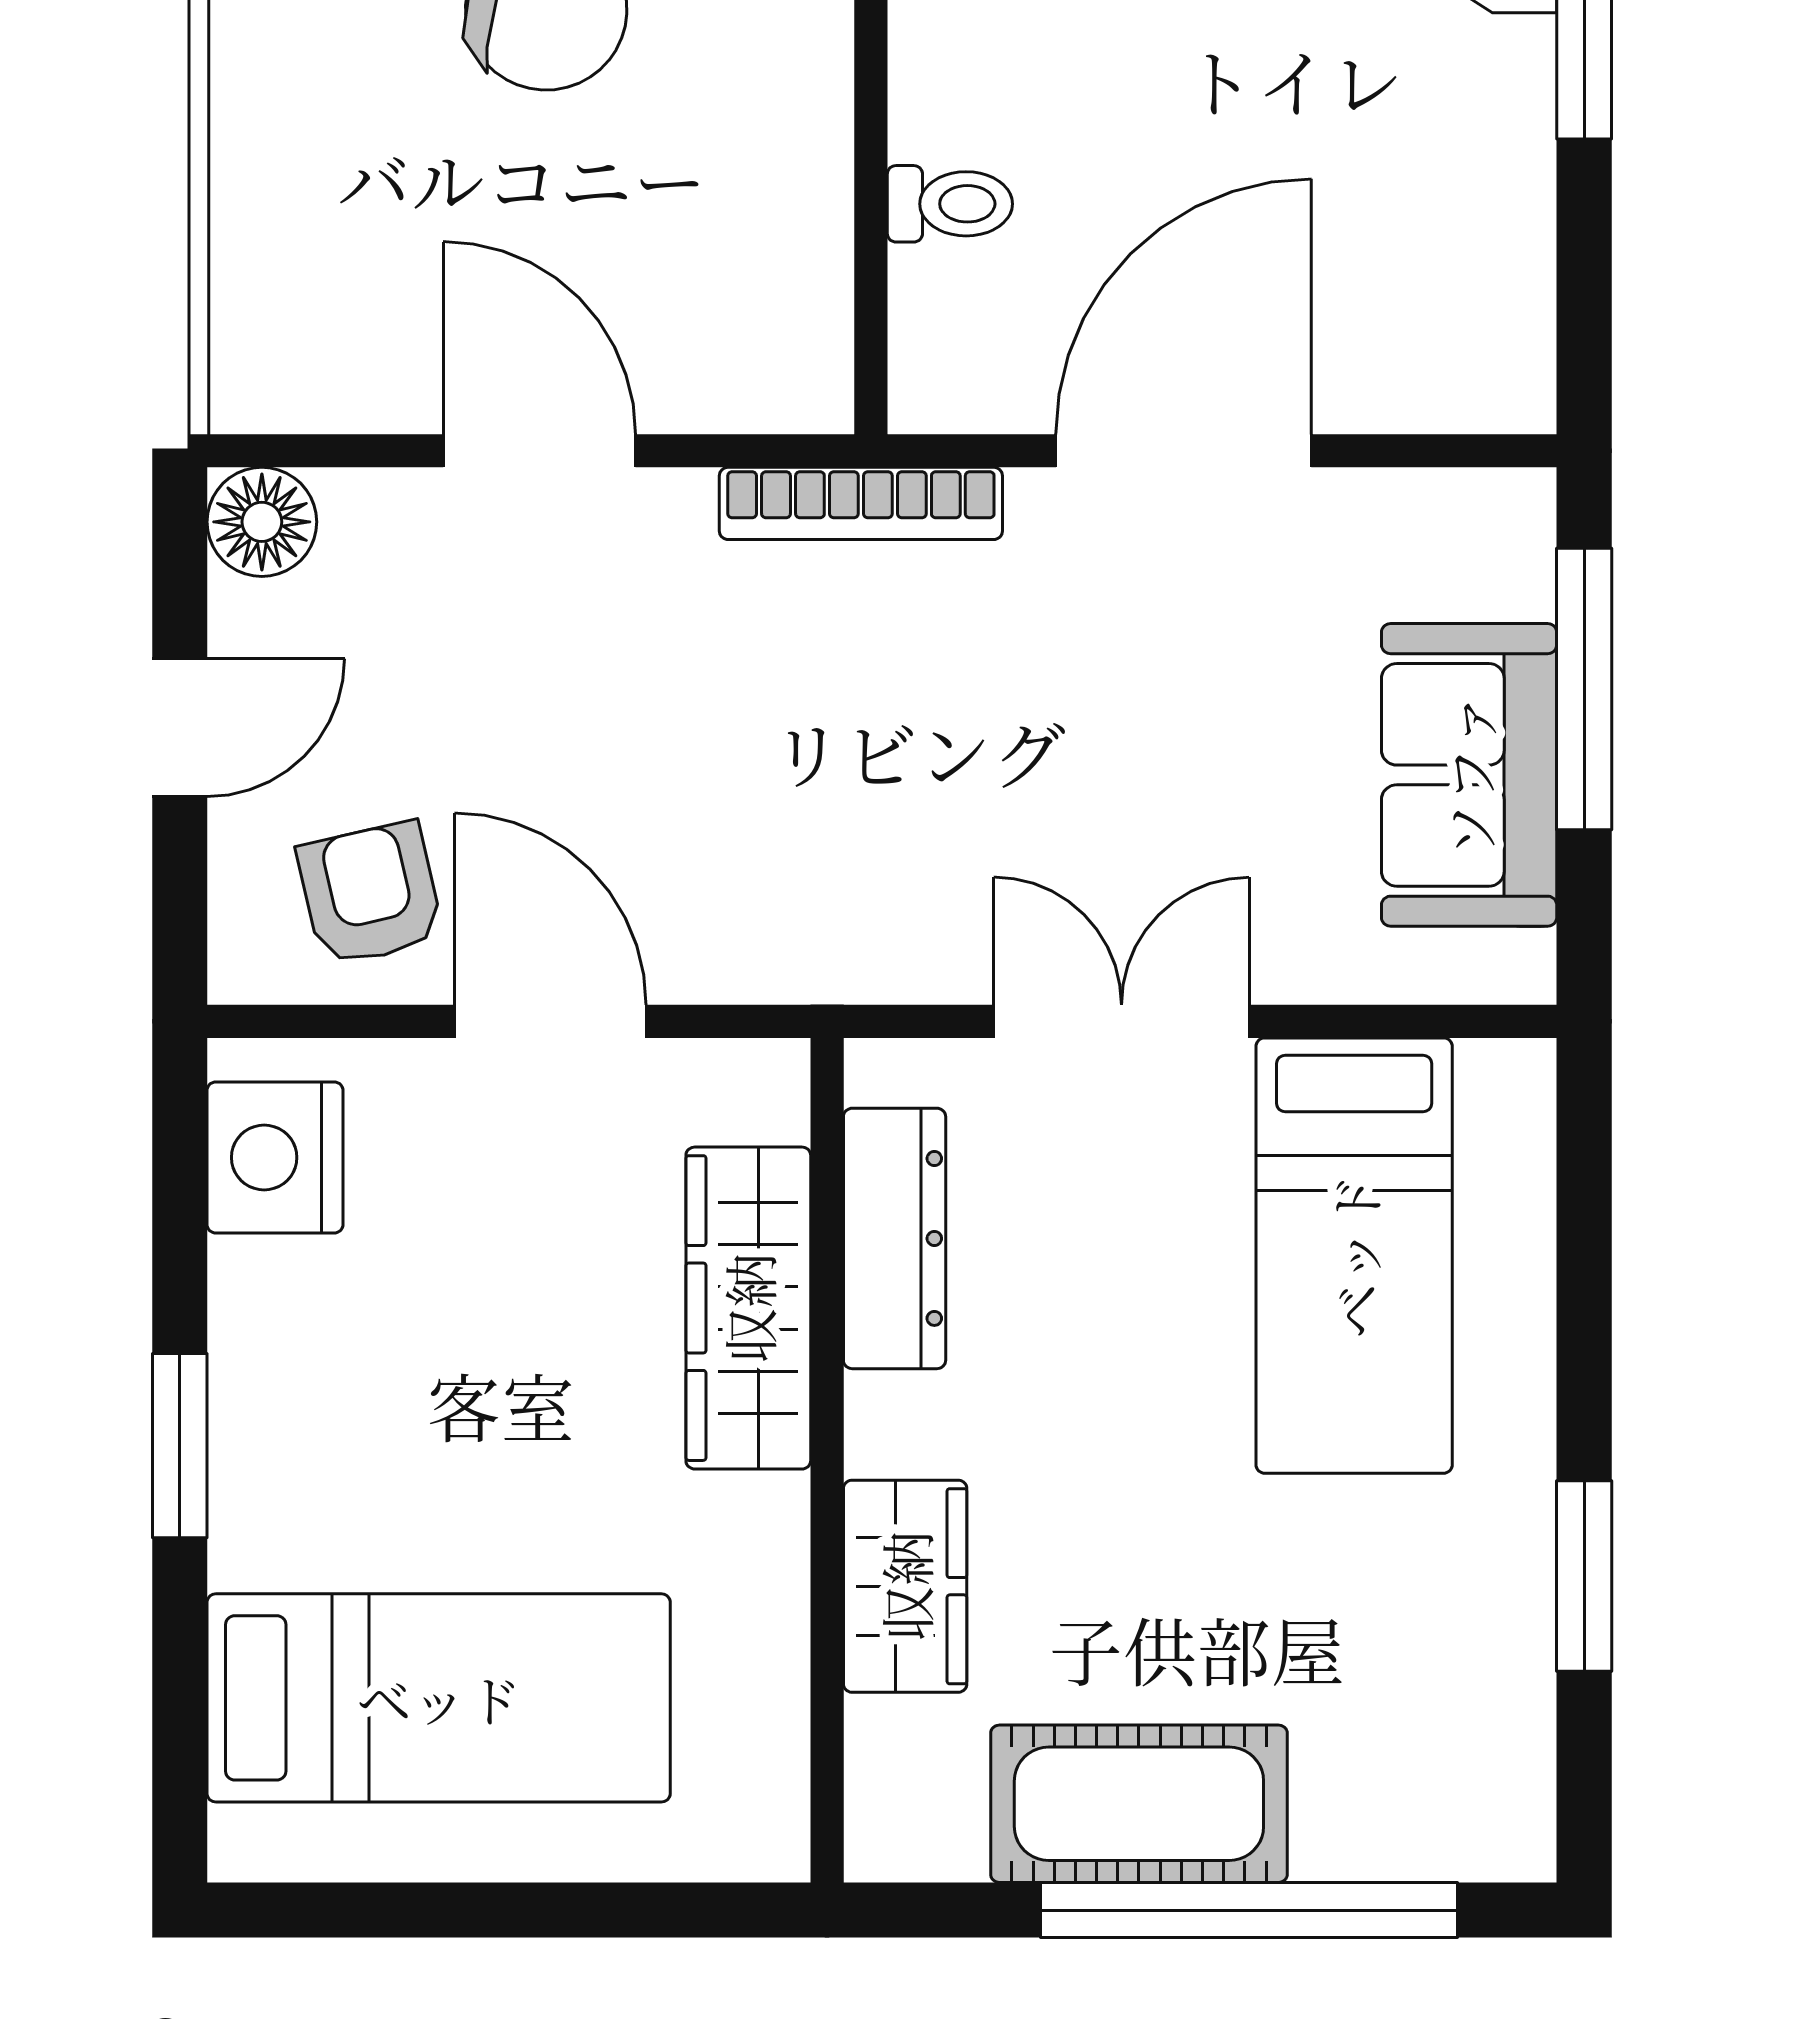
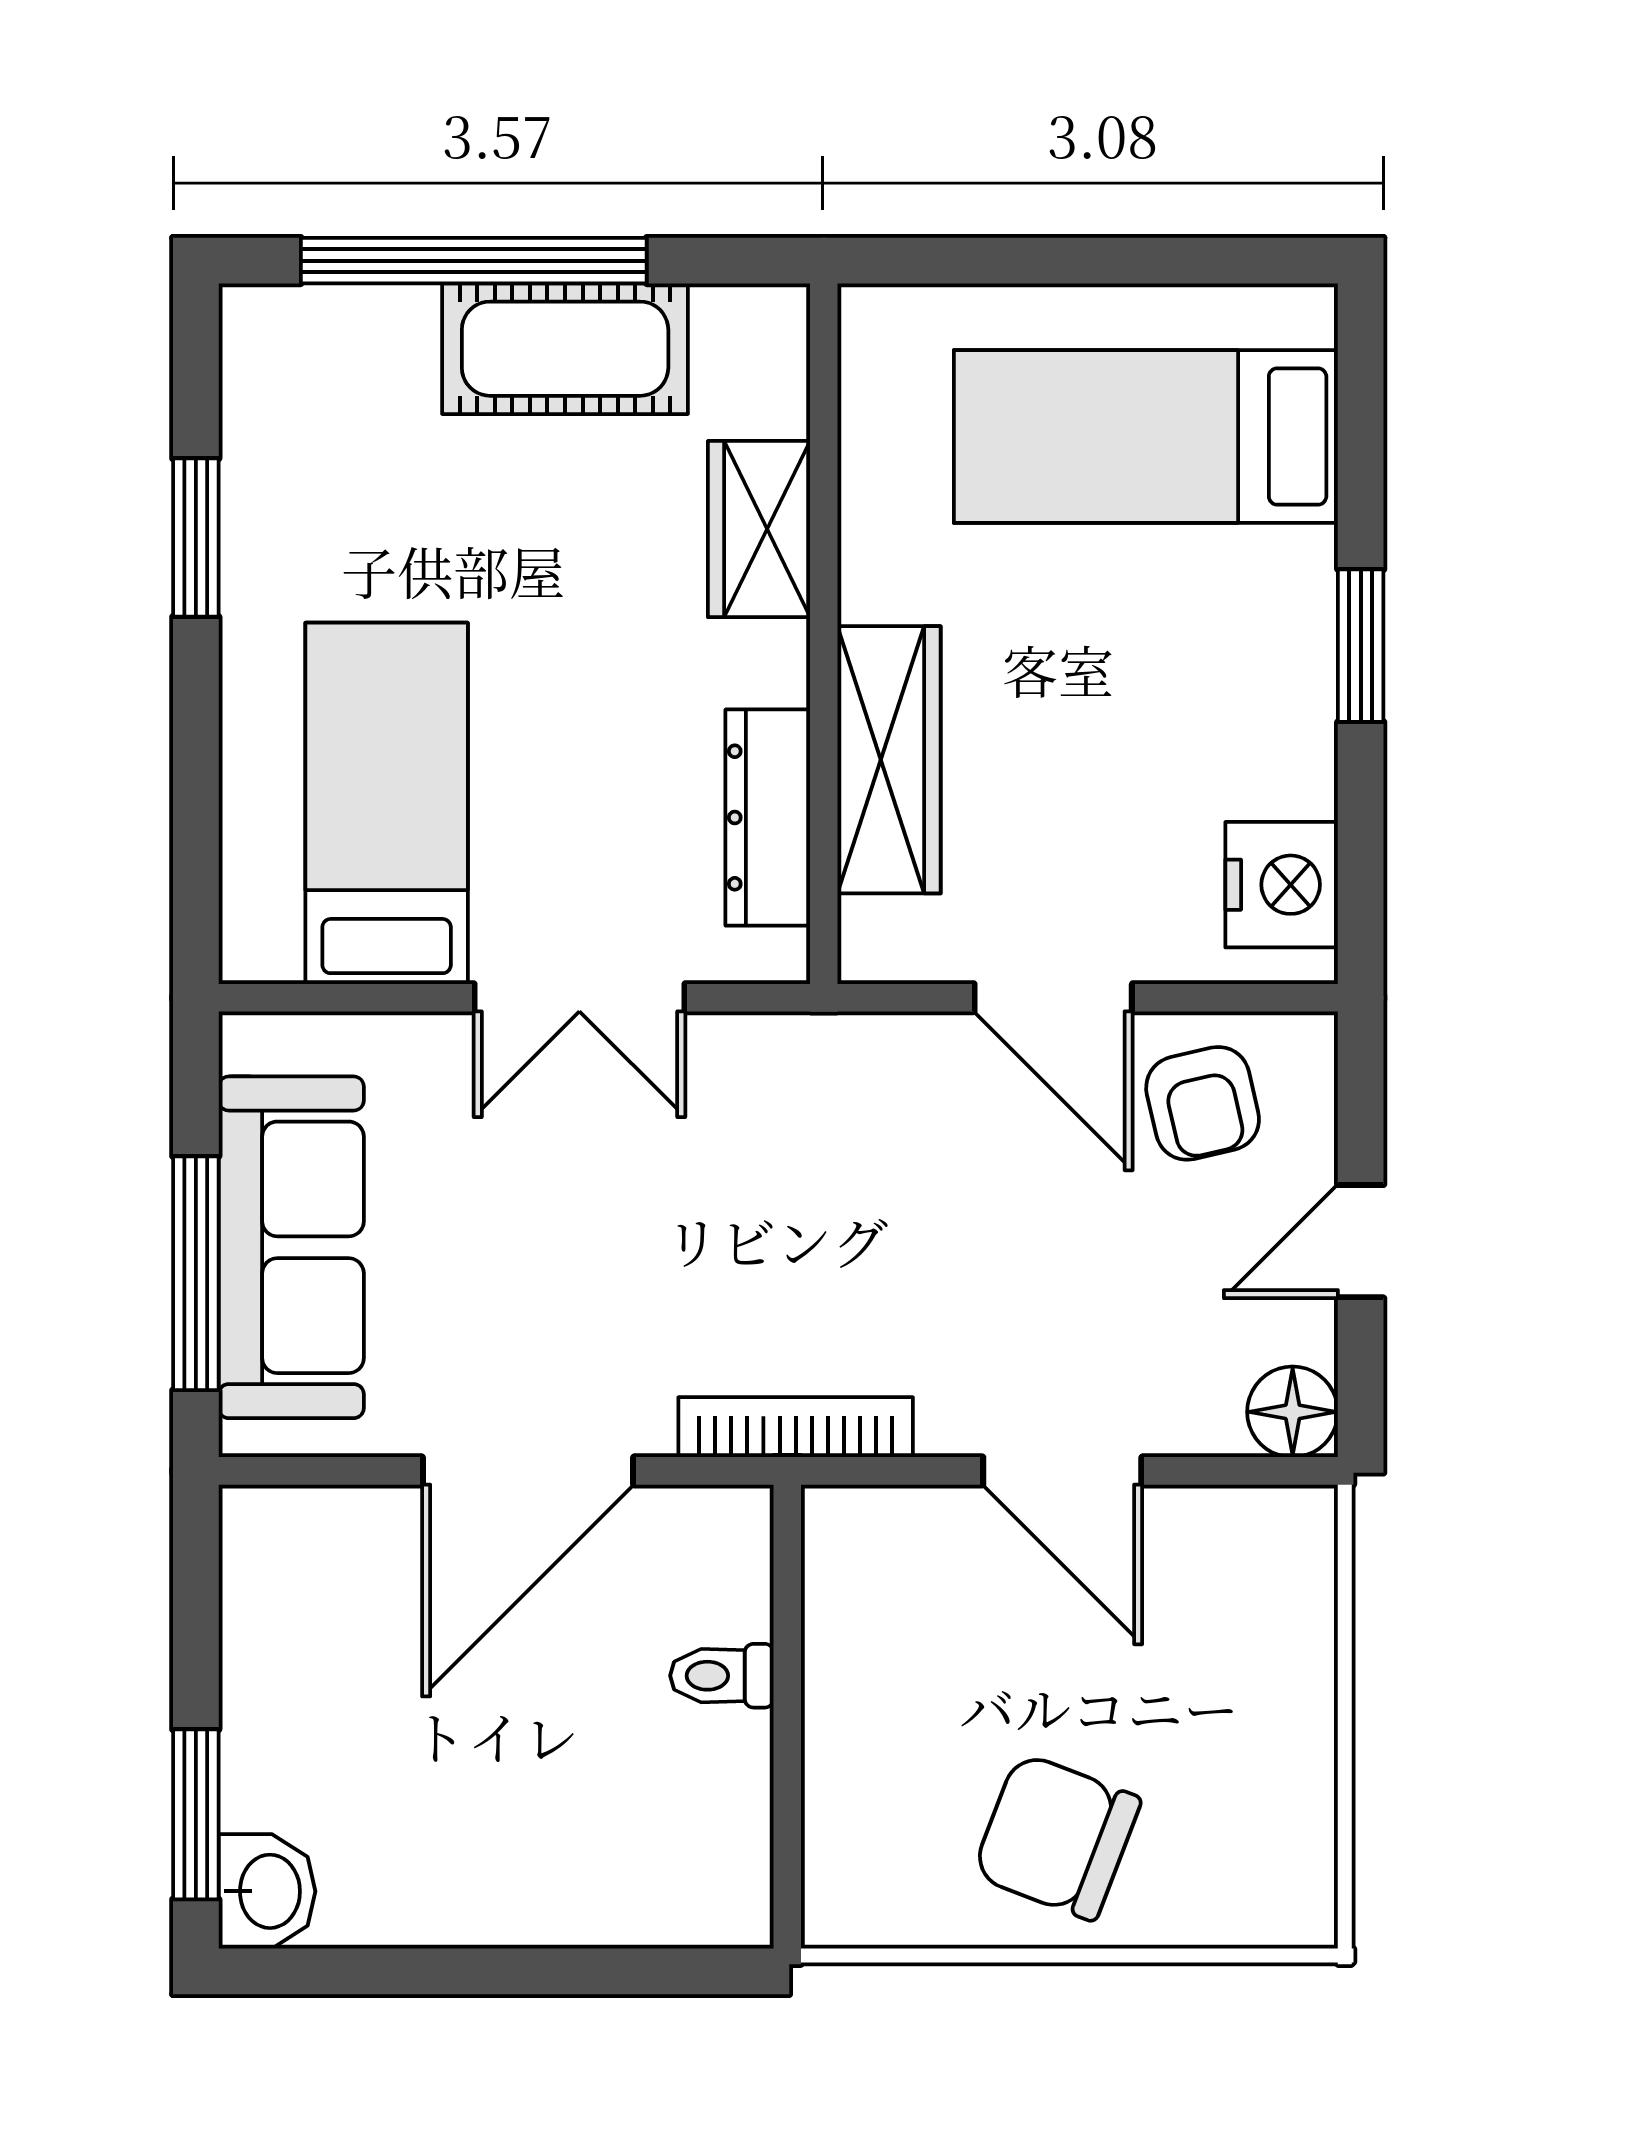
sofa: (1469, 775) -> (291, 1247), width x1.36

